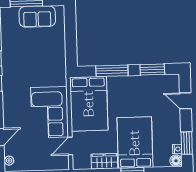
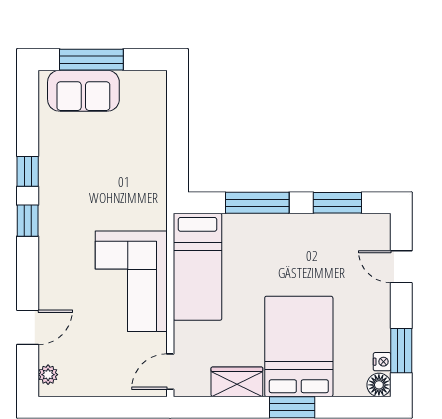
sofa: (37, 17) -> (83, 91), moved
bed: (89, 104) -> (197, 267), width x0.67
door: (70, 146) -> (170, 372), moved

